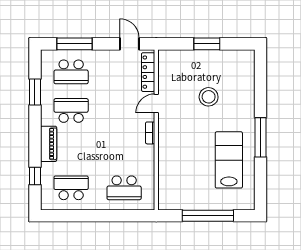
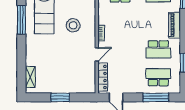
shelving: (248, 72) -> (30, 77), added
stool: (209, 97) -> (73, 25), moved
window: (261, 137) -> (21, 20), moved

